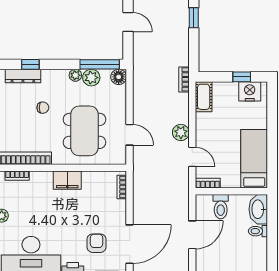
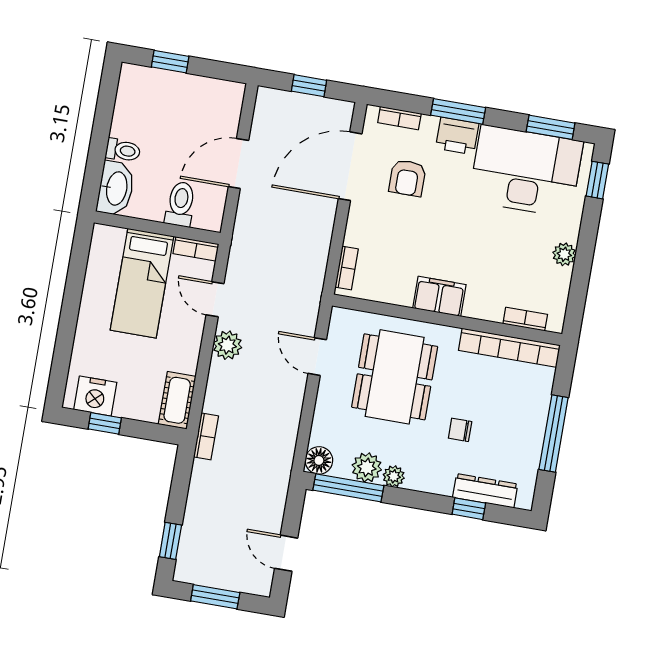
bed: (254, 159) -> (142, 283), moved

